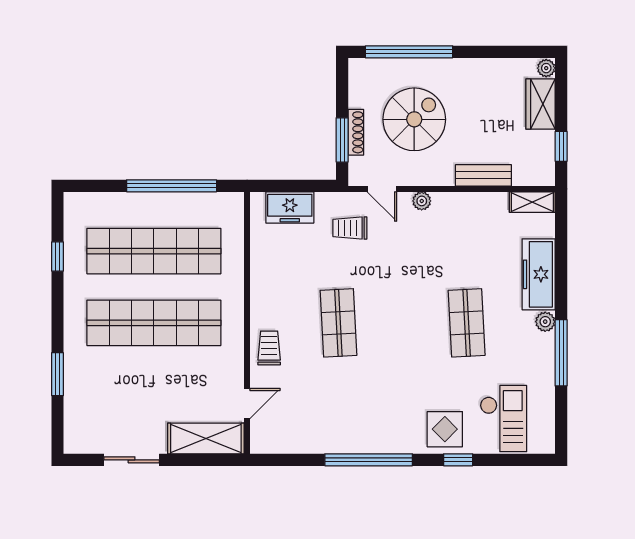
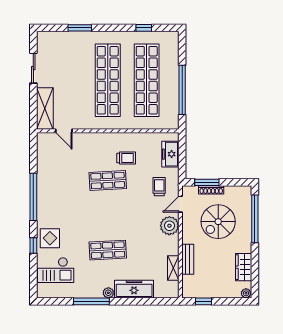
wardrobe: (541, 104) -> (244, 267), moved, turned -90
spiral stairs: (414, 119) -> (218, 222), turned 90
plant: (422, 201) -> (169, 226), width x1.88, depth x1.88
shelving: (532, 202) -> (173, 268), moved
trolley: (269, 348) -> (126, 158), moved

